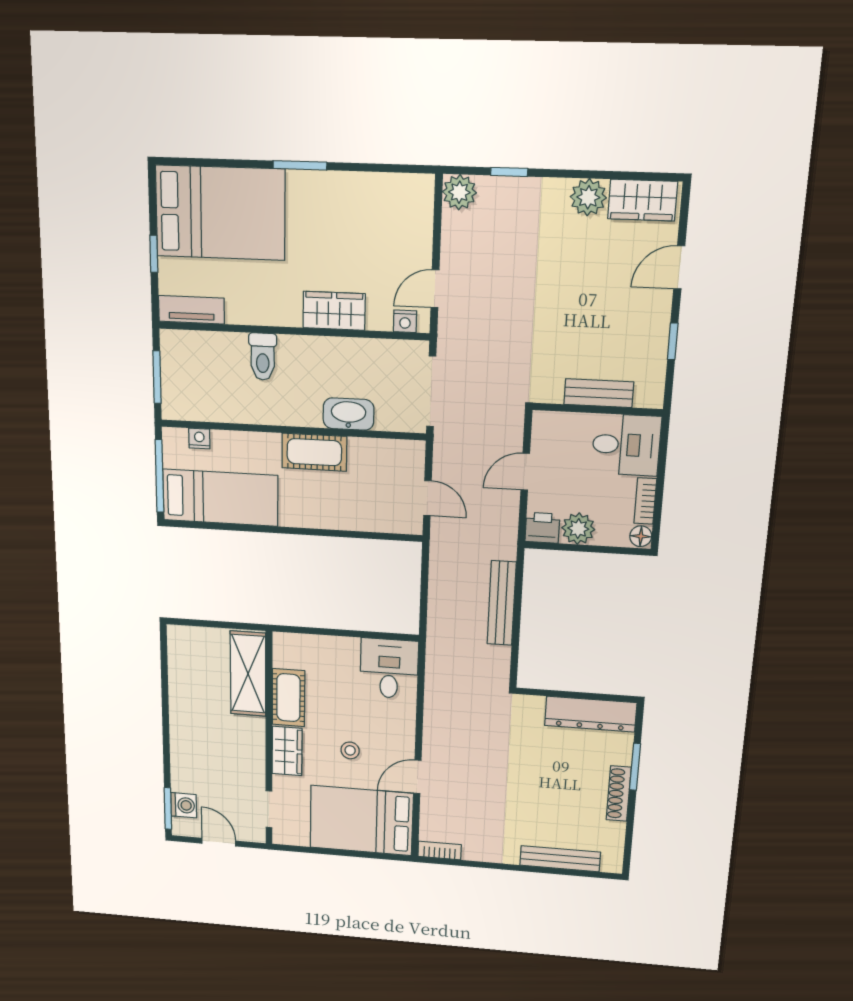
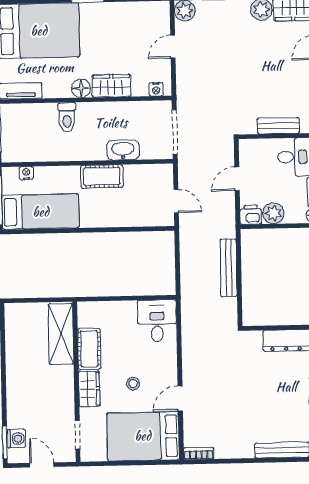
door: (435, 289) -> (173, 47), moved
floor lamp: (286, 312) -> (81, 88), added

